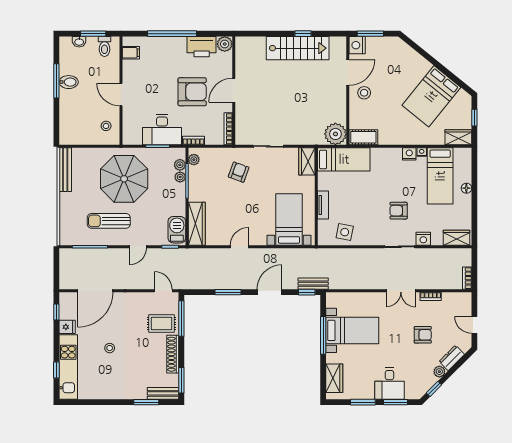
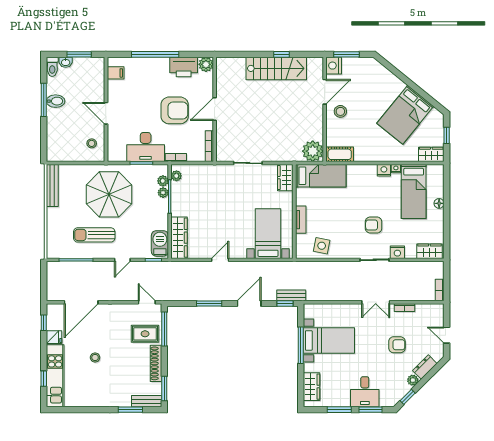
toilet: (104, 46) -> (52, 67), moved
armchair: (239, 172) -> (219, 188), removed

